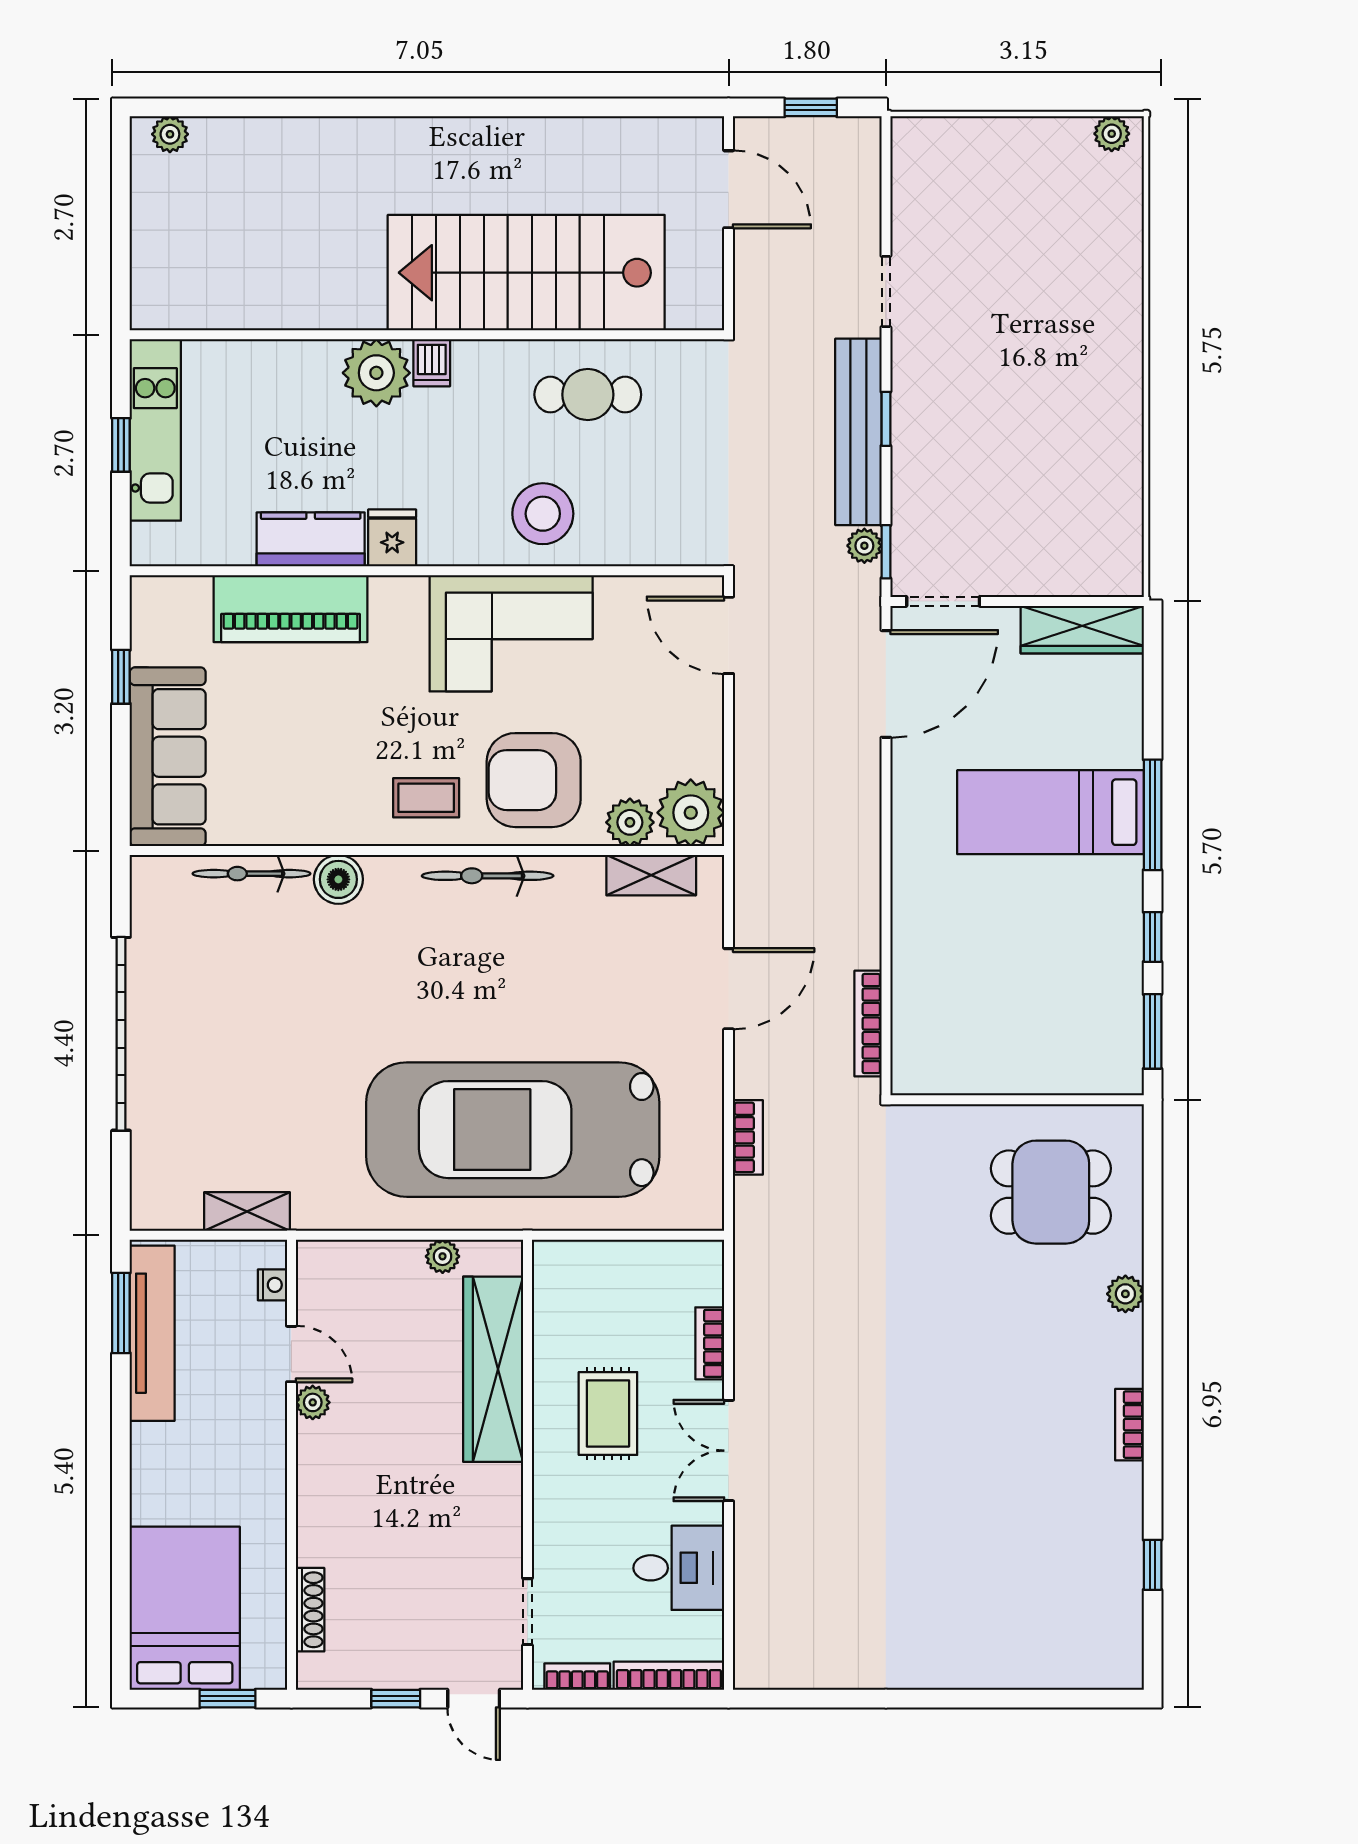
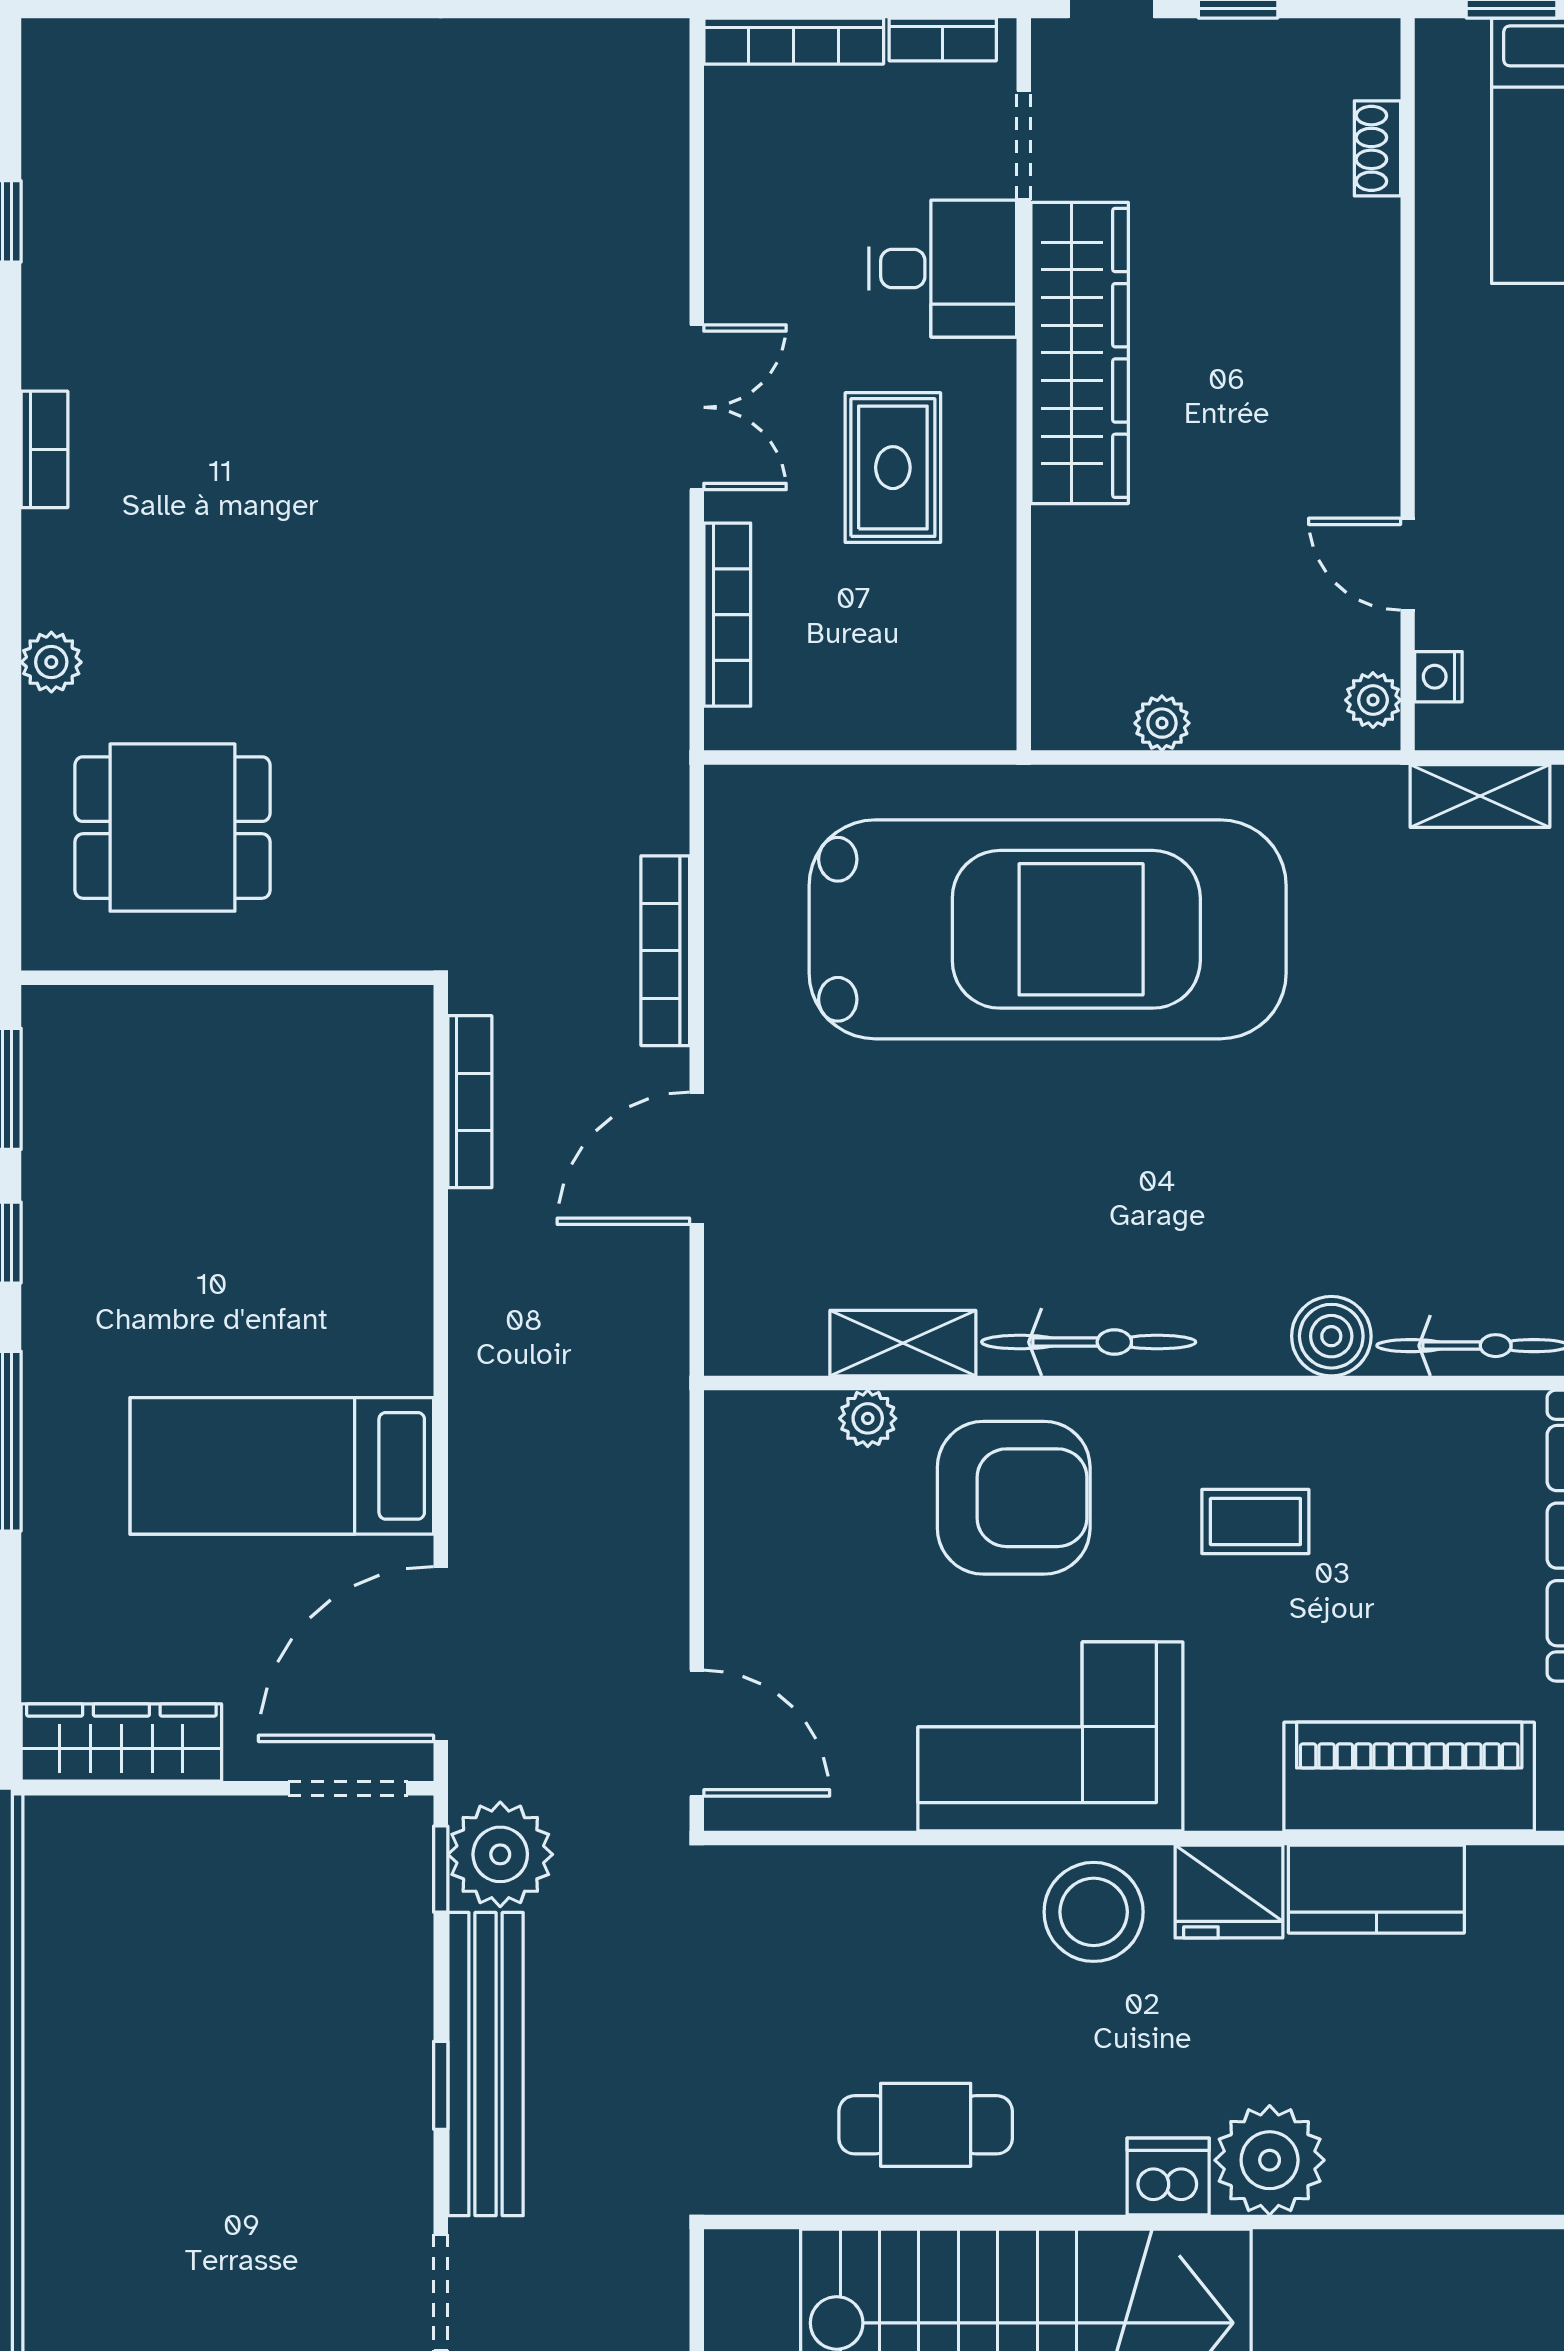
dishwasher: (432, 363) -> (1168, 2177), width x1.38
stool: (543, 514) -> (1094, 1912), moved
fridge: (392, 538) -> (1229, 1892), width x1.38
plant: (864, 546) -> (500, 1854), width x1.88, depth x1.88
coffee table: (426, 798) -> (1255, 1522), moved
bed: (1051, 812) -> (282, 1466), moved, turned 180
plant: (691, 813) -> (758, 1445), removed
plant: (630, 822) -> (868, 1418), width x0.73, depth x0.73
shelving: (651, 875) -> (903, 1343), moved
bookcase: (748, 1137) -> (665, 951), width x1.56
bookcase: (710, 1343) -> (727, 615), width x1.56
wardrobe: (493, 1369) -> (1080, 353), moved
plant: (313, 1402) -> (1373, 700), moved
desk: (679, 1568) -> (943, 269), moved, turned 180
shoe rack: (310, 1610) -> (1377, 148), width x0.70

